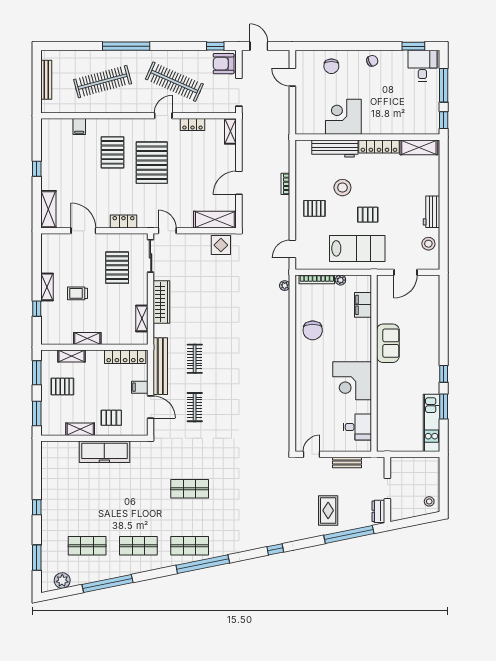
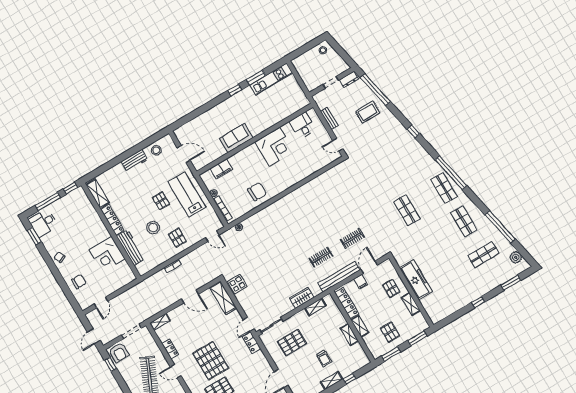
pallet: (152, 163) -> (211, 361), turned 90
locker: (124, 222) -> (251, 343), moved
wardrobe: (161, 302) -> (302, 298), width x0.67
shelving: (71, 356) -> (360, 326), moved
shop shelf: (87, 546) -> (484, 255), turned 90

